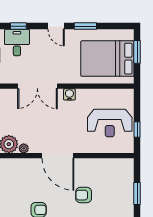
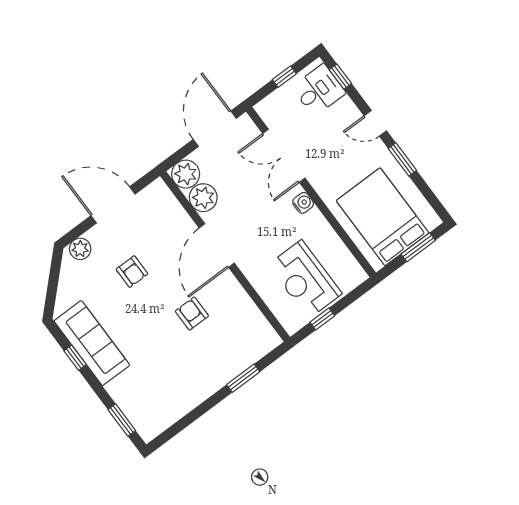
door: (56, 26) -> (375, 123), hinge flipped
plant: (24, 148) -> (203, 198), width x1.88, depth x1.88

